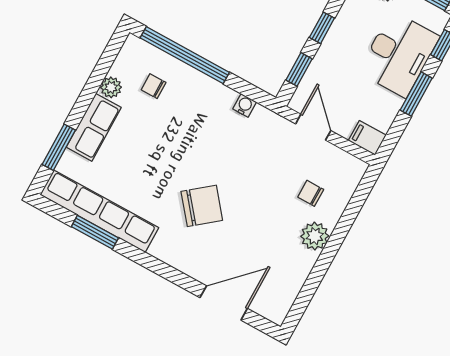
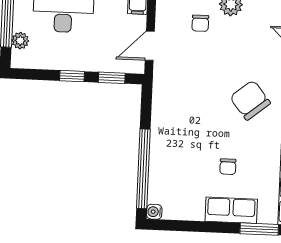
chair: (154, 86) -> (228, 167), moved
plant: (111, 87) -> (195, 212), removed
water cooler: (245, 105) -> (154, 212), moved

